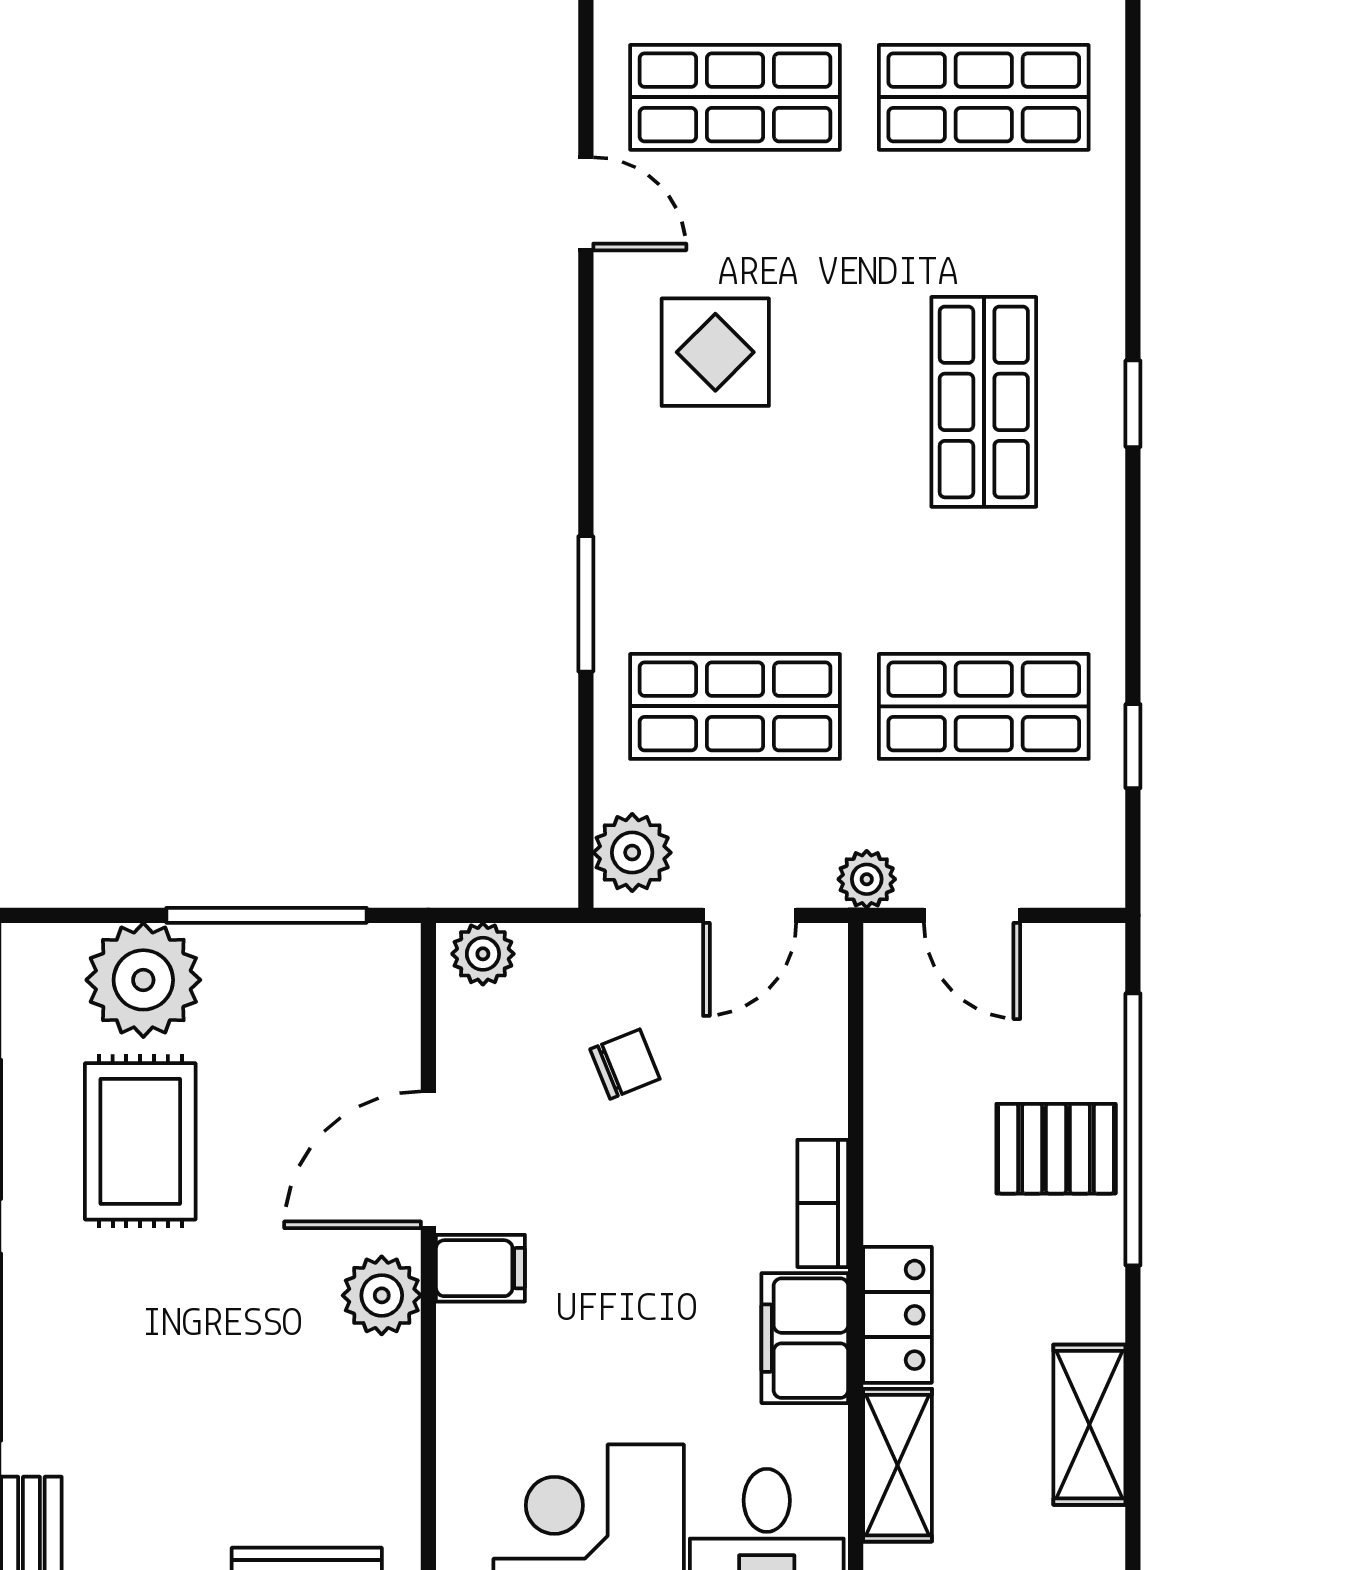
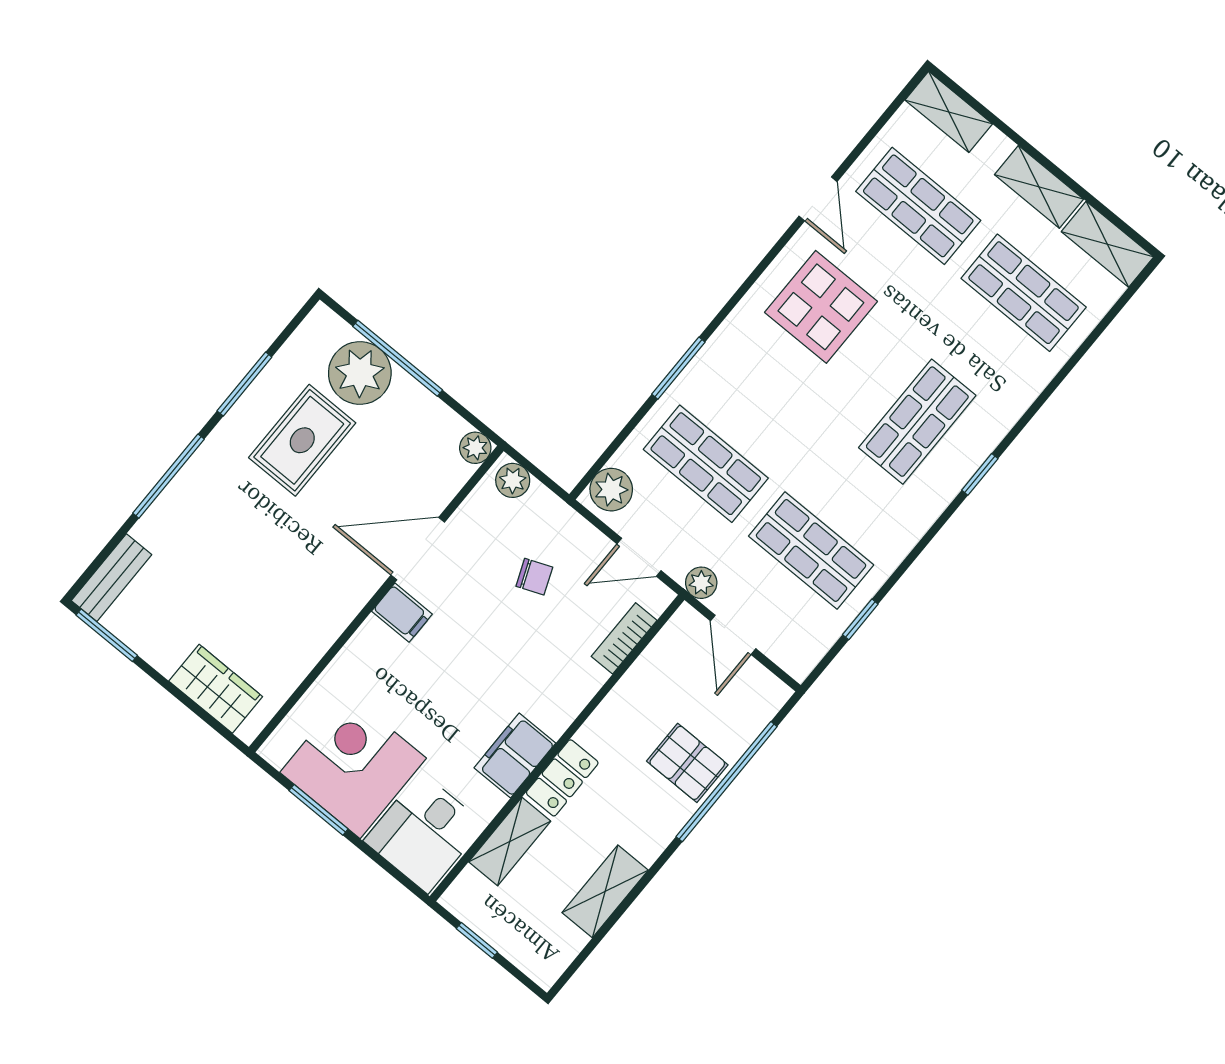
display table: (715, 352) -> (821, 307), width x1.36, depth x1.36
window: (266, 915) -> (398, 358), moved
bookcase: (823, 1203) -> (624, 638), moved
plant: (382, 1295) -> (475, 448), moved, width x0.73, depth x0.73

